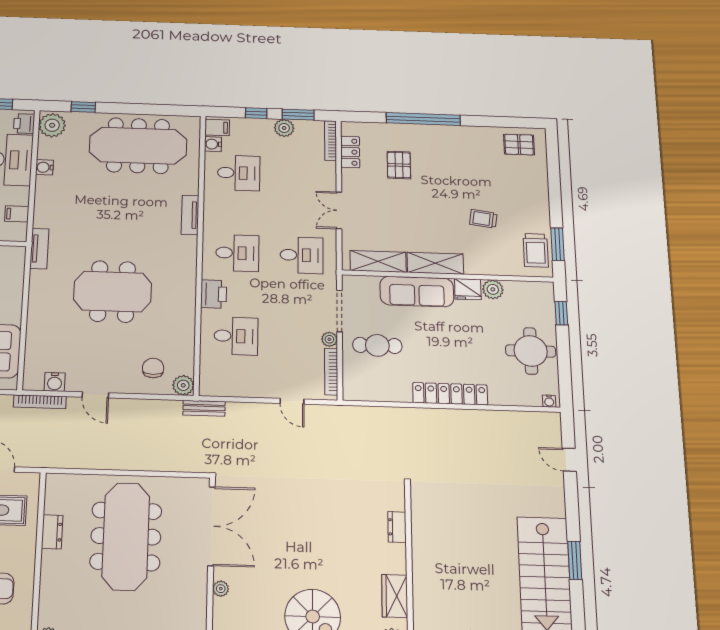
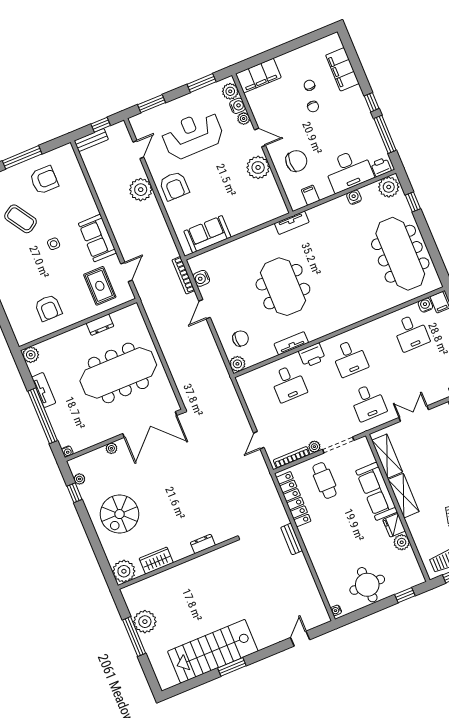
tv unit: (190, 215) -> (291, 343), moved
locker: (450, 394) -> (294, 499), moved
bench: (204, 408) -> (292, 539), moved

